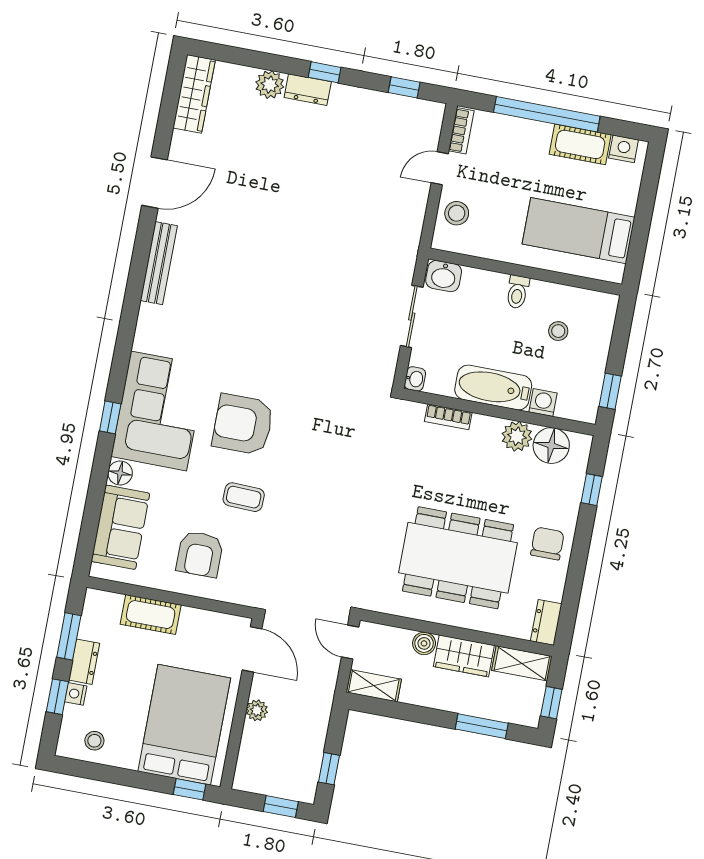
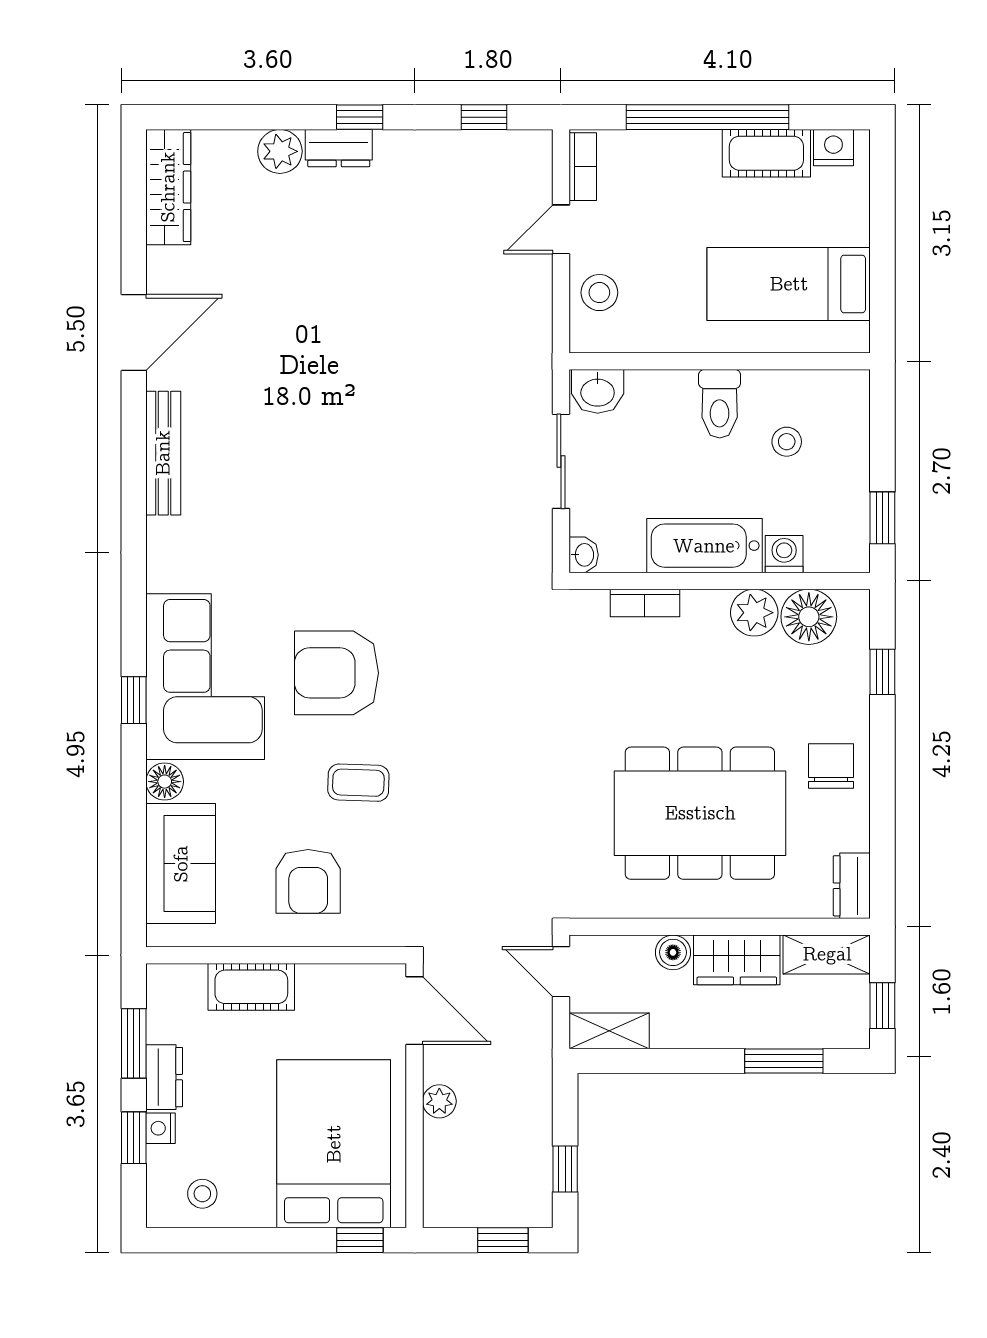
toilet: (517, 292) -> (720, 404), width x1.37, depth x1.39

